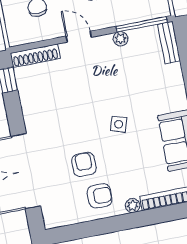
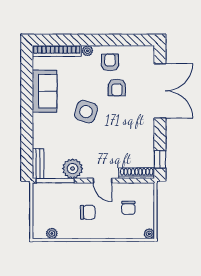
plant: (120, 39) -> (73, 169), width x1.88, depth x1.88
side table: (119, 124) -> (86, 112), width x1.87, depth x1.87
armchair: (100, 196) -> (110, 62), turned 90

